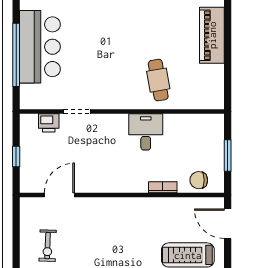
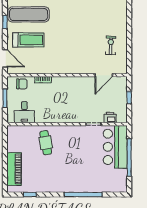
bar counter: (40, 47) -> (115, 147), moved
desk: (146, 132) -> (24, 112), moved

